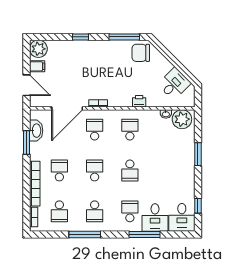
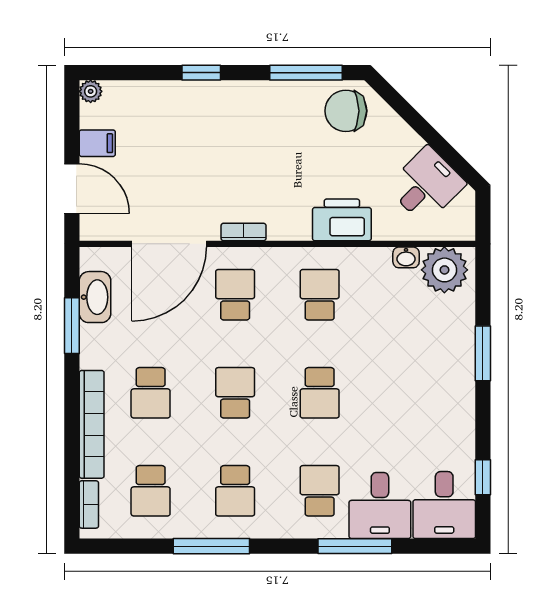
plant: (38, 49) -> (91, 91), width x0.53, depth x0.53
printer: (139, 101) -> (342, 220), width x1.87, depth x1.48
school desk: (59, 170) -> (151, 393), turned 180

